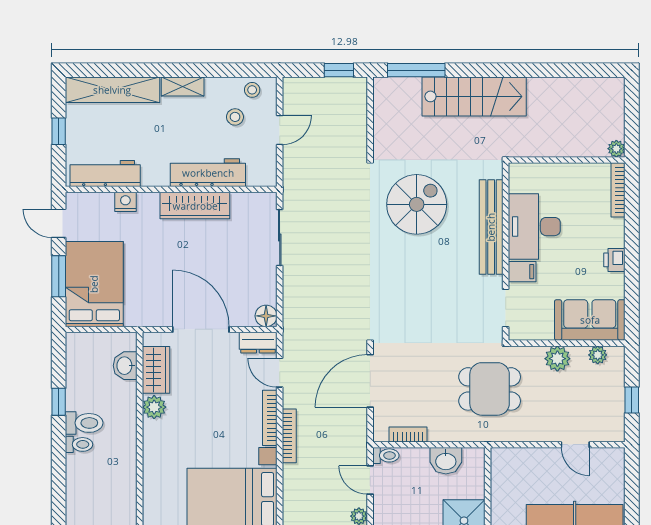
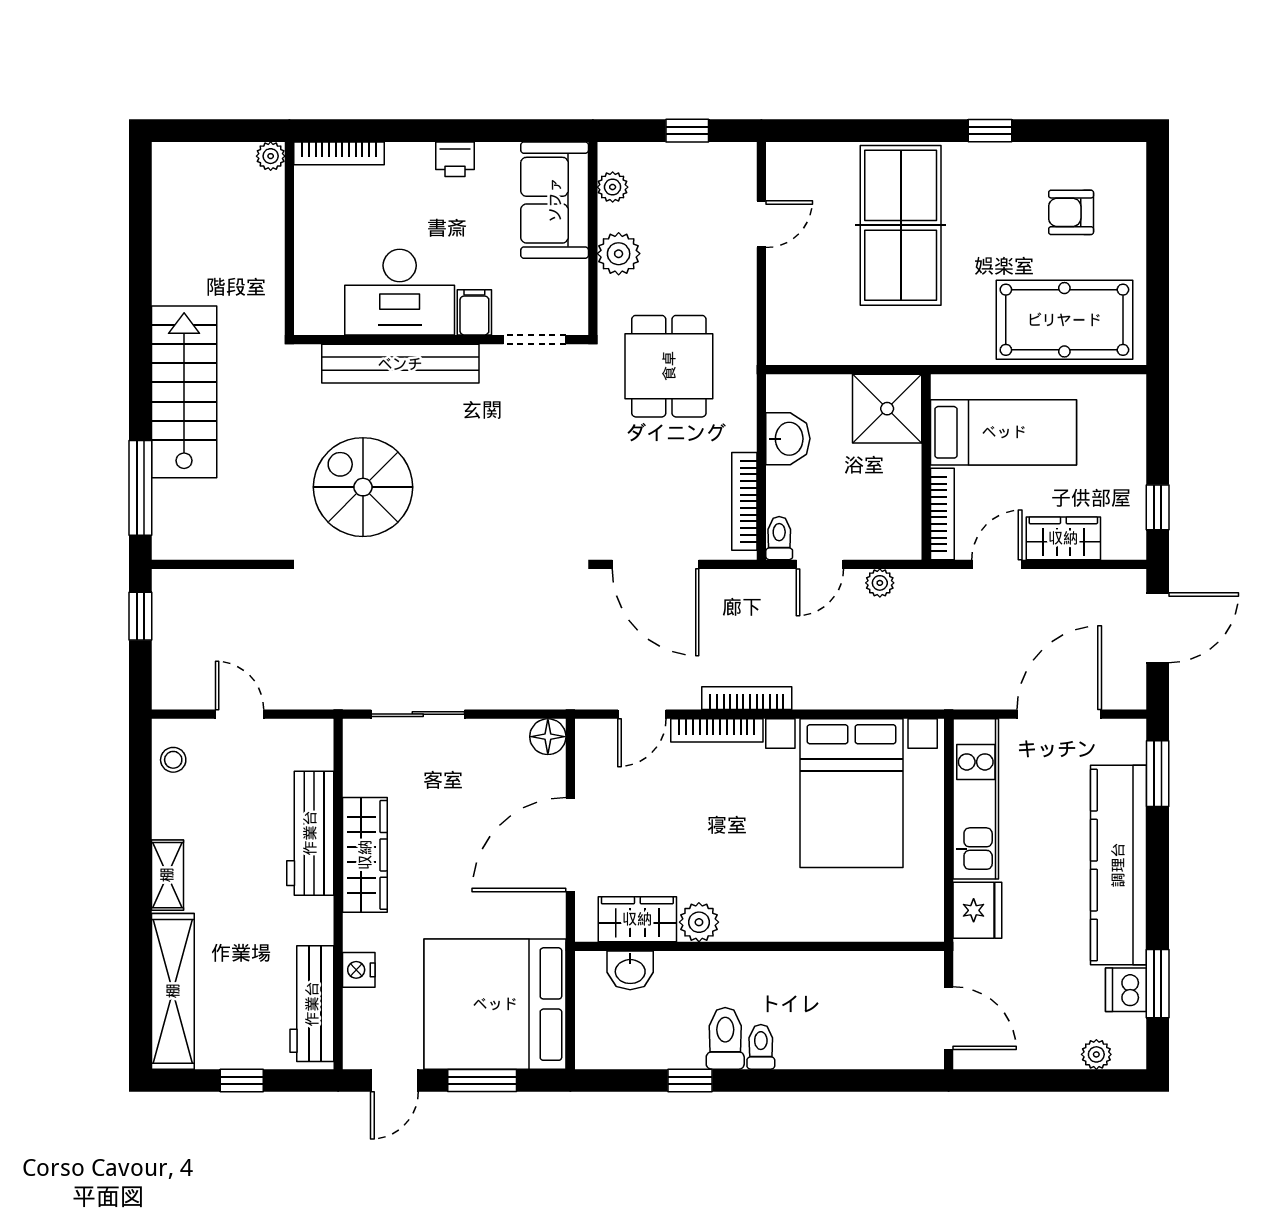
stool: (235, 117) -> (218, 788), removed
bed: (94, 284) -> (495, 1004), width x1.36
dresser: (258, 343) -> (592, 750), removed
bookcase: (408, 434) -> (744, 501), width x1.56

